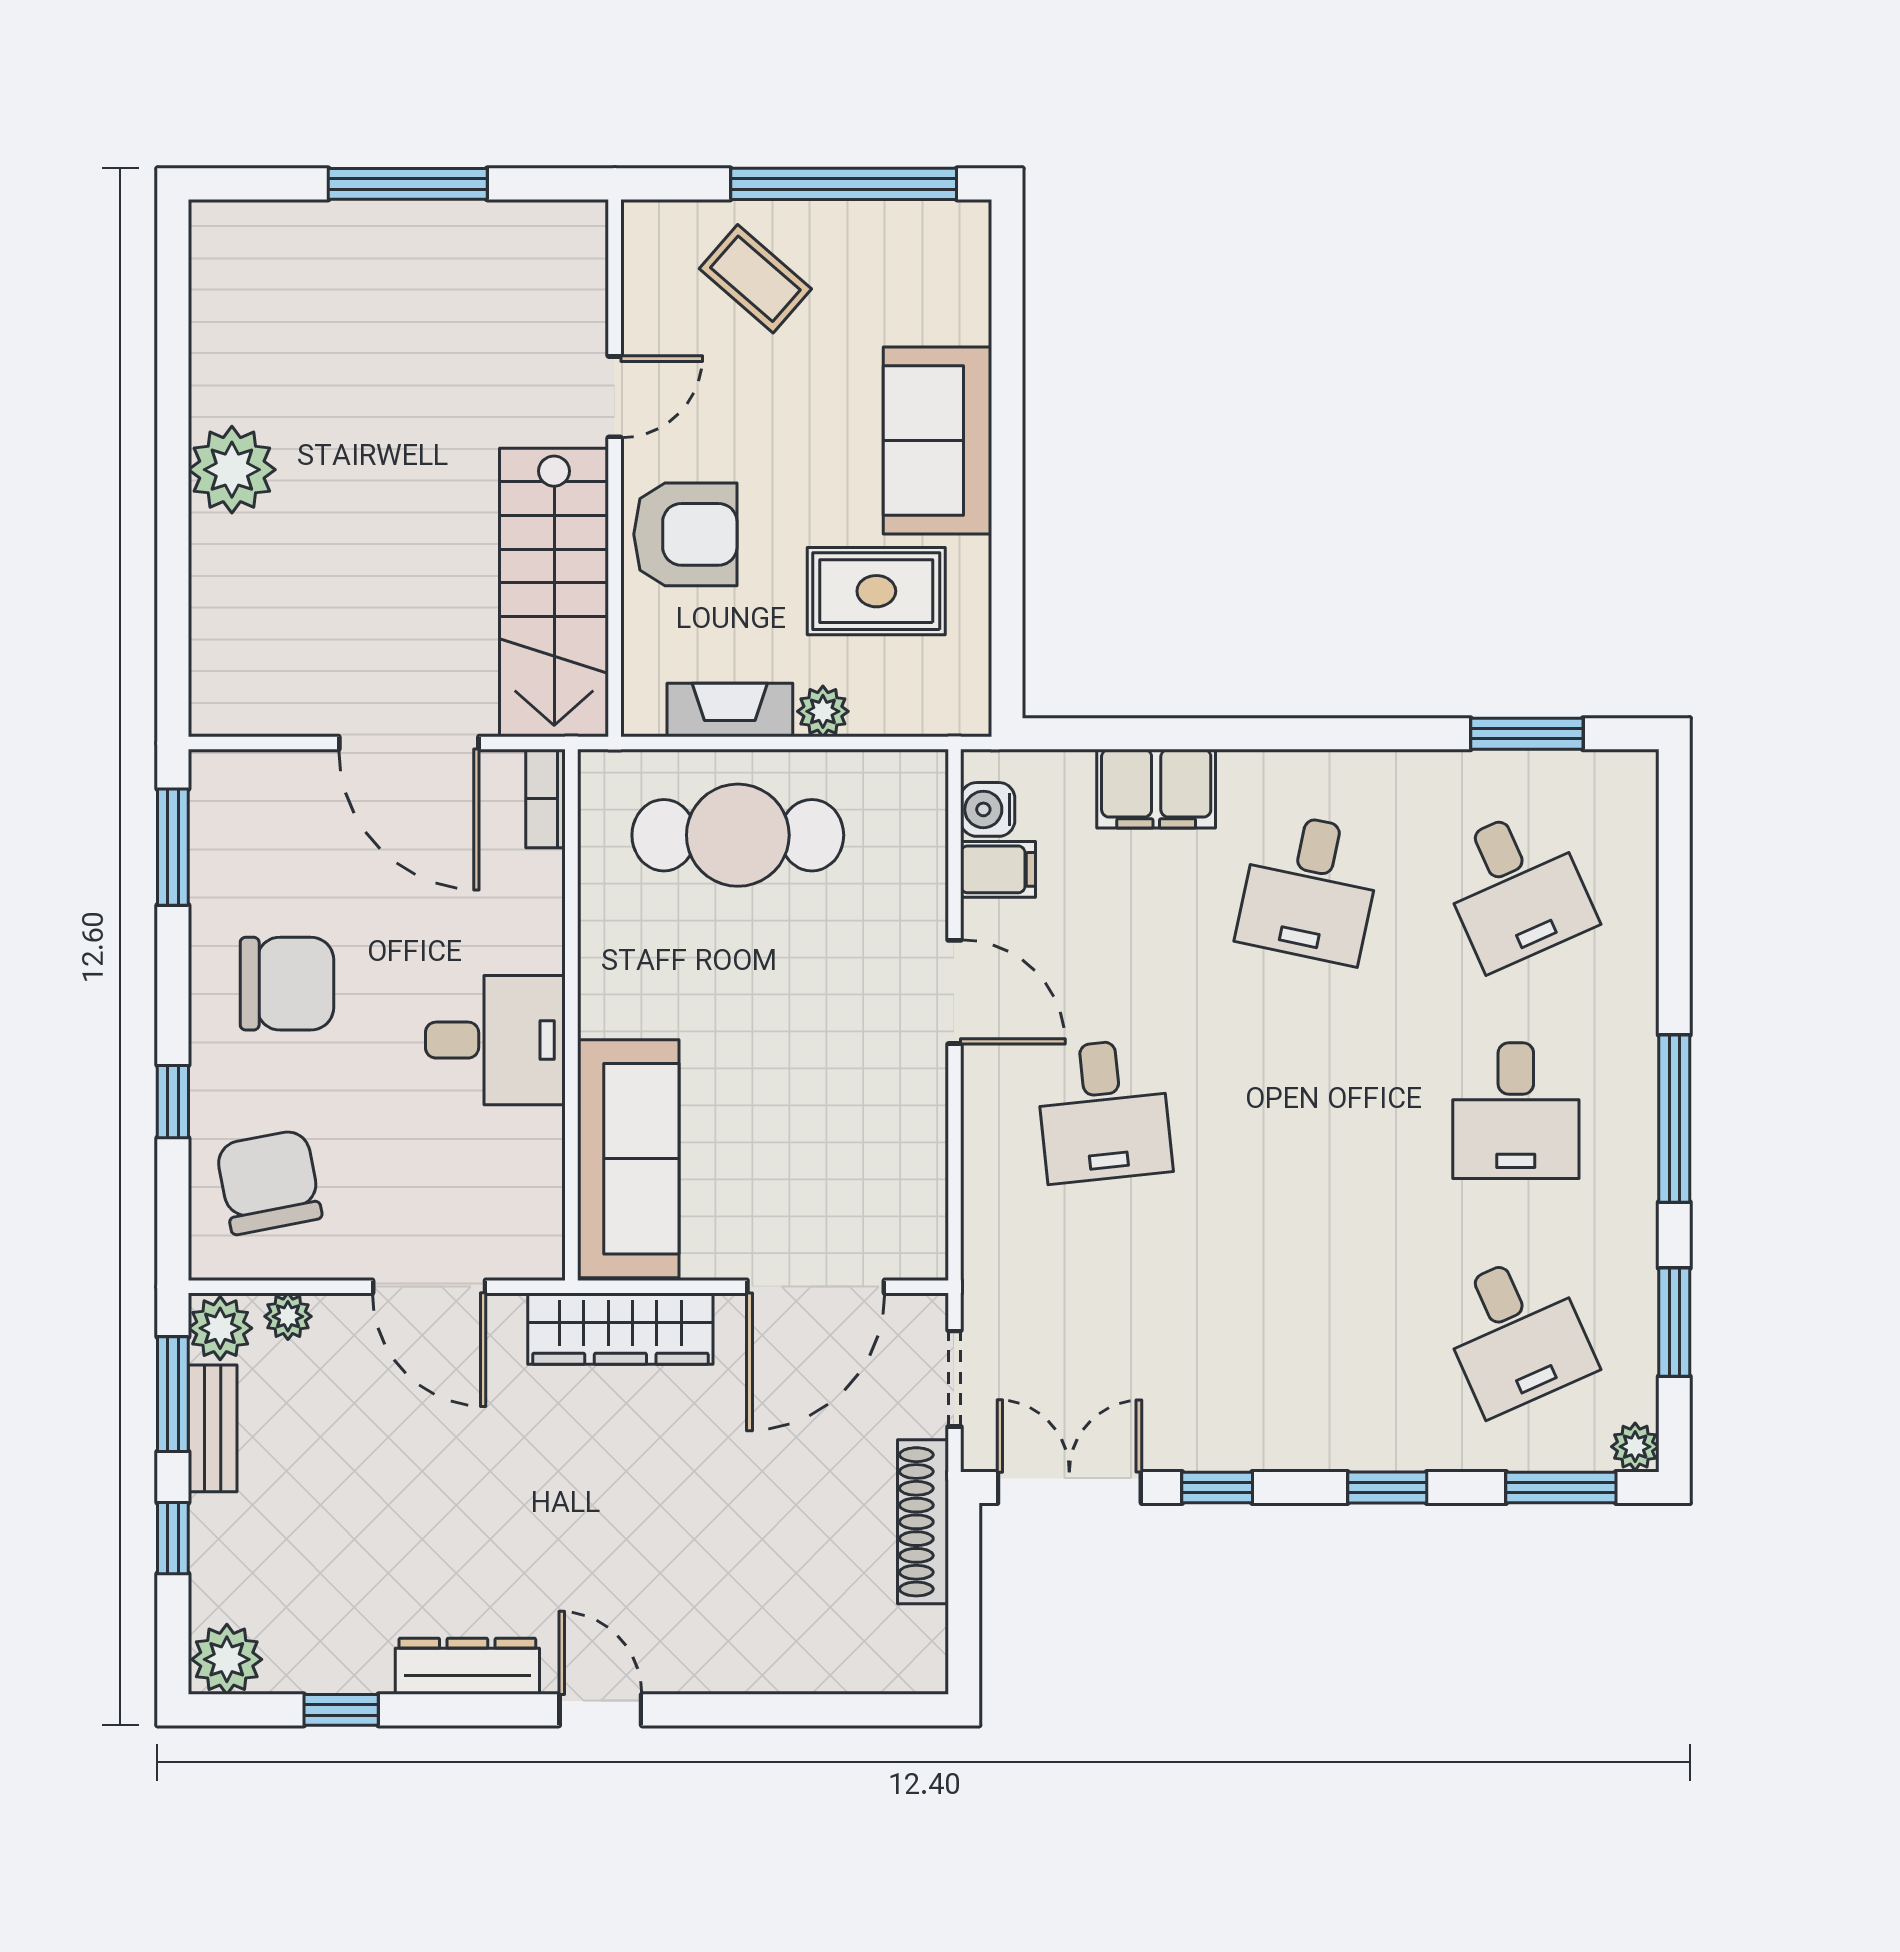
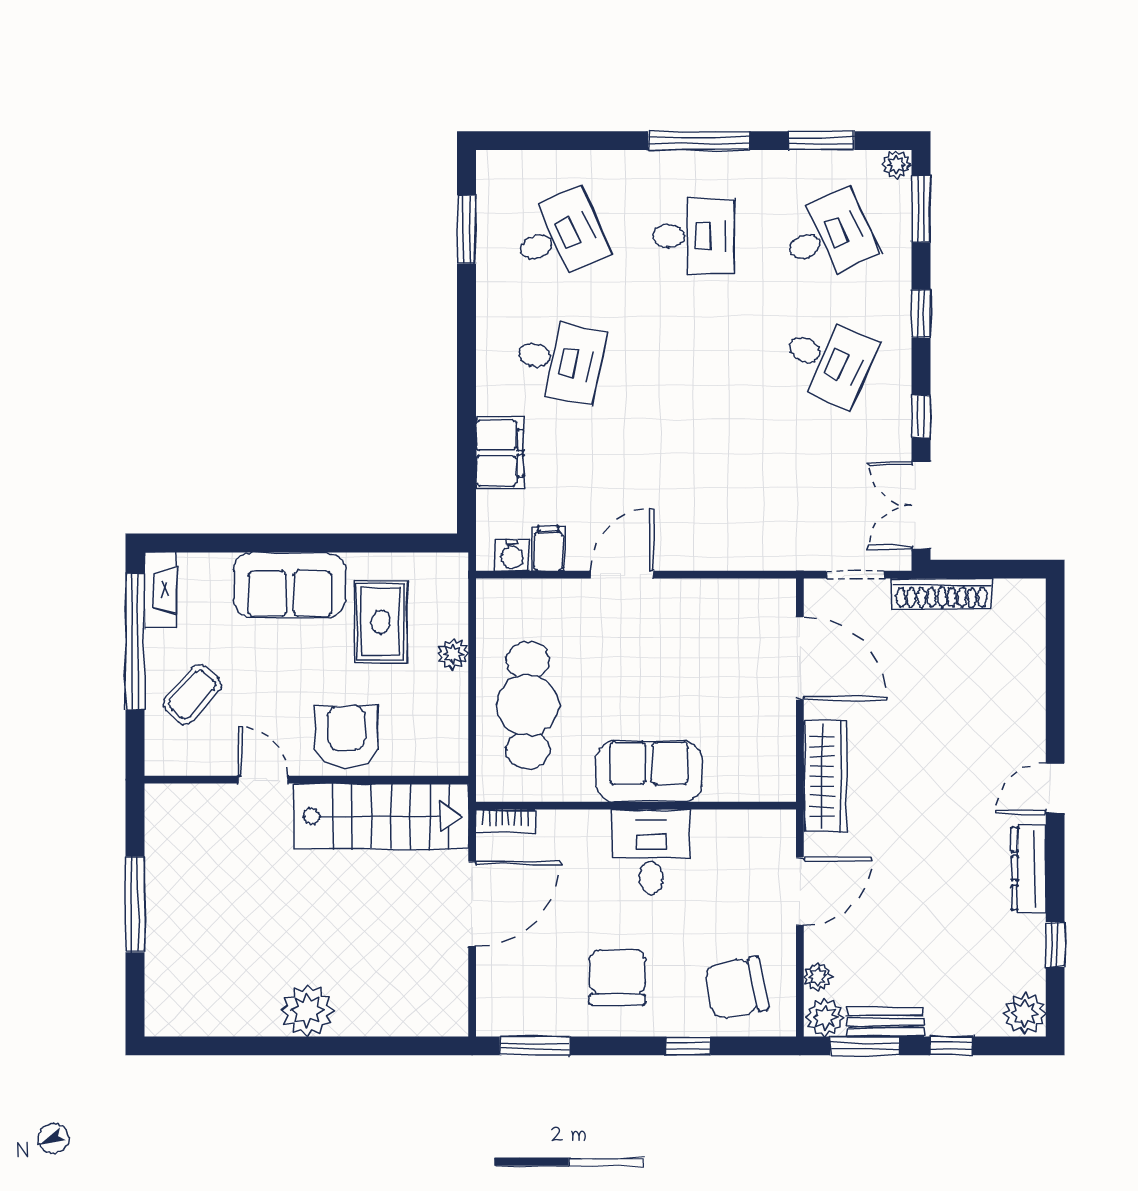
fireplace: (730, 710) -> (160, 590), moved, turned 180
desk: (1104, 1111) -> (828, 360), moved, turned 30
sofa: (628, 1159) -> (649, 771), moved, width x0.73

